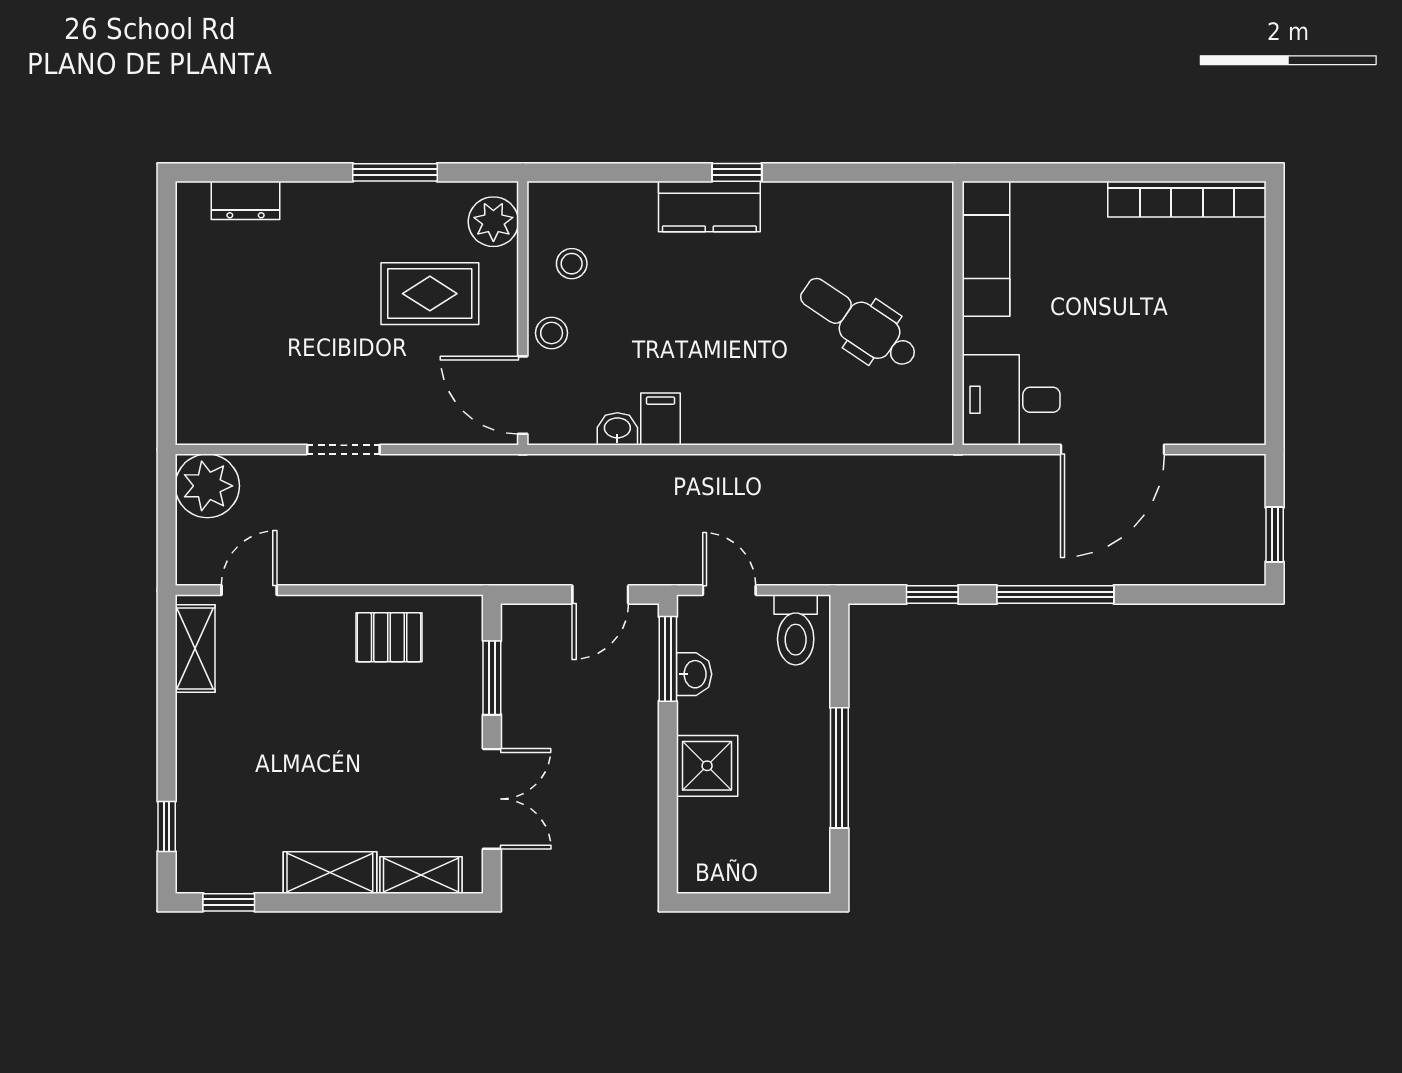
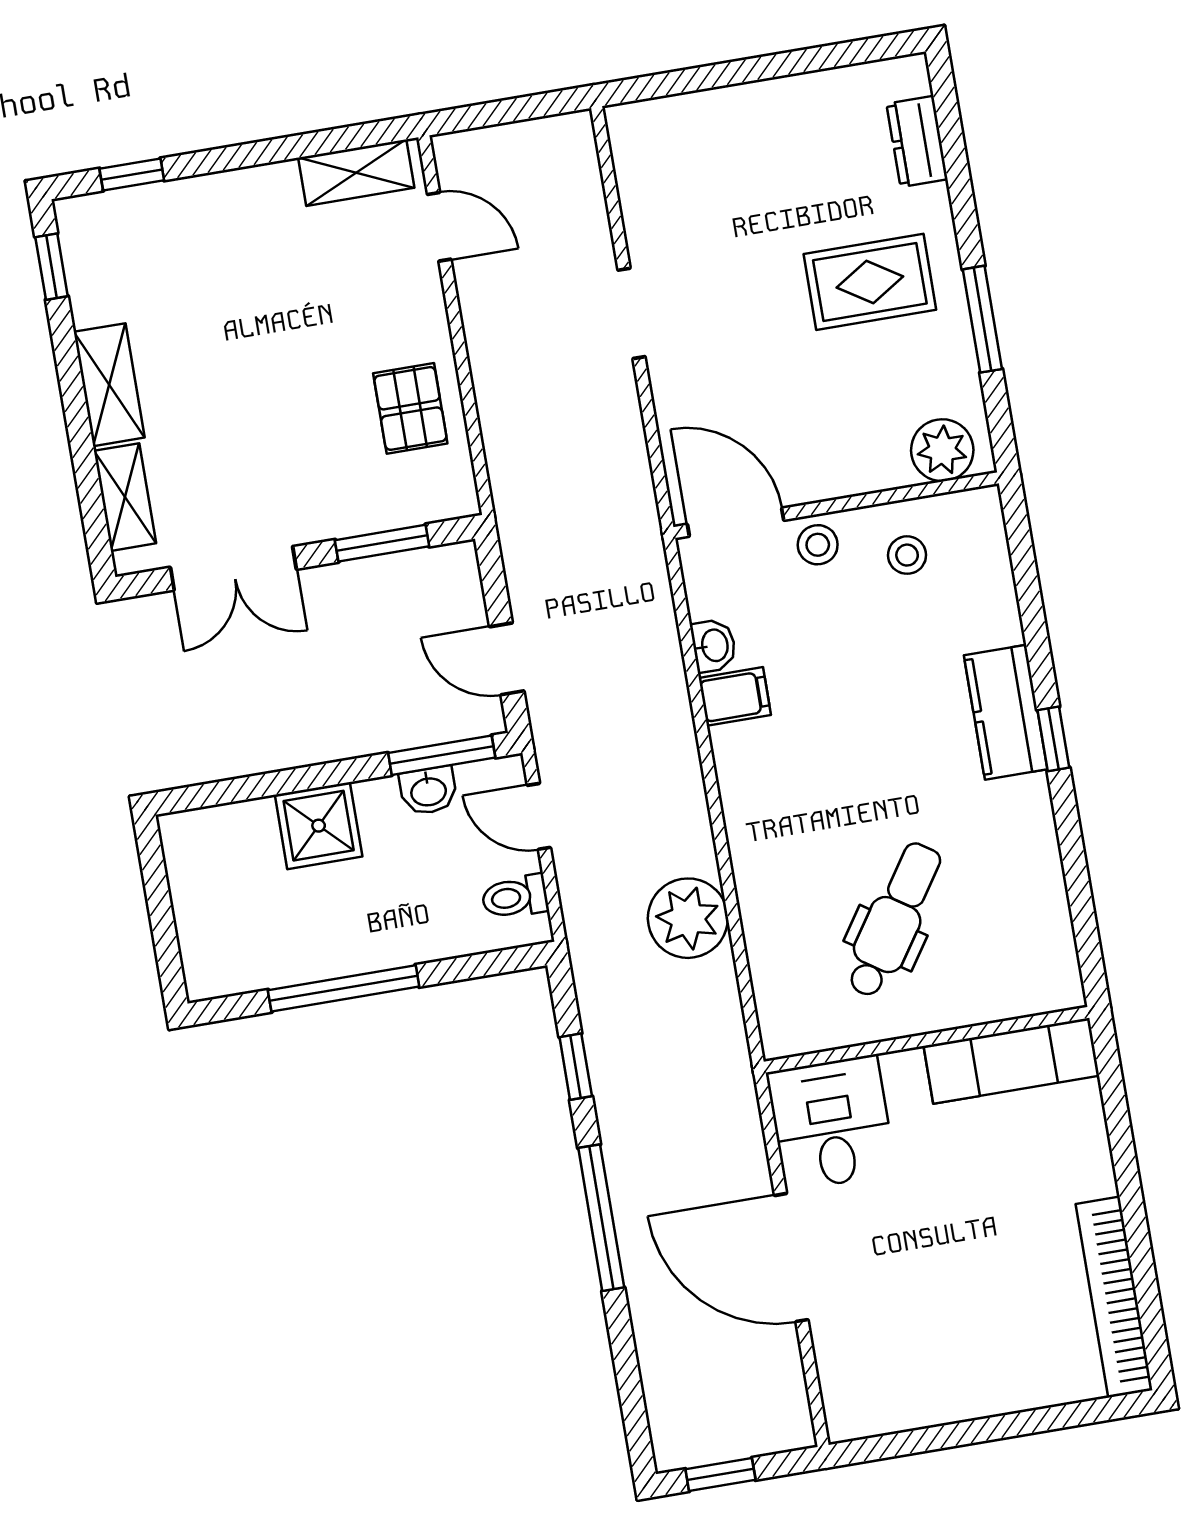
rug: (430, 294) -> (870, 282), moved, turned 90
door: (523, 395) -> (736, 522), hinge flipped
plant: (207, 486) -> (688, 918), moved
door: (729, 590) -> (539, 816), swing flipped
toilet: (796, 630) -> (515, 897), width x0.73, depth x0.72

